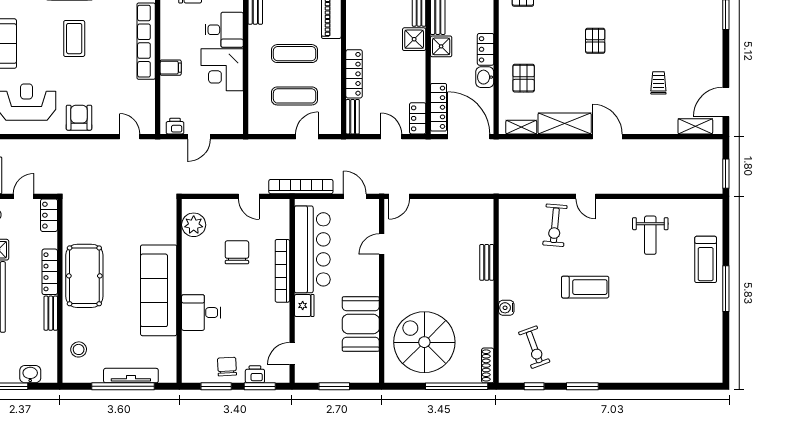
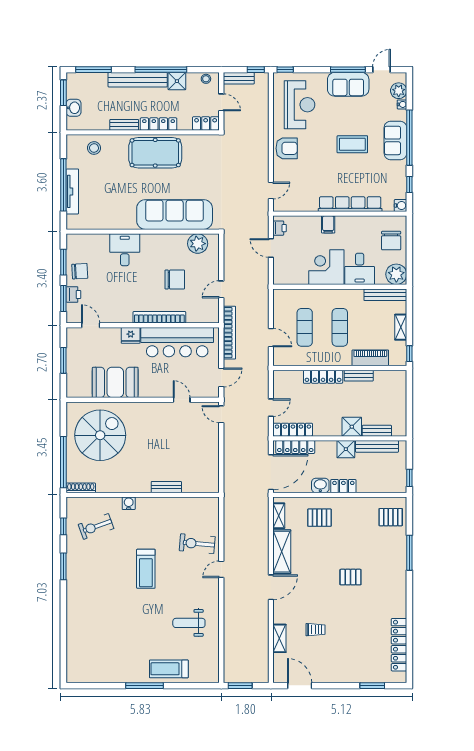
bench: (353, 117) -> (359, 376), moved
locker: (418, 118) -> (293, 430), width x1.53
shelving: (695, 126) -> (279, 638), moved
sofa: (159, 290) -> (175, 215), moved

